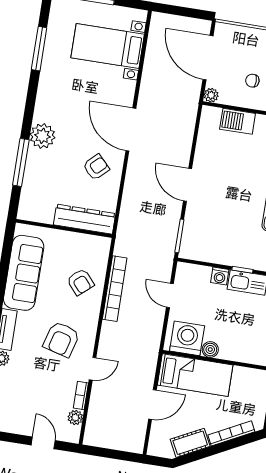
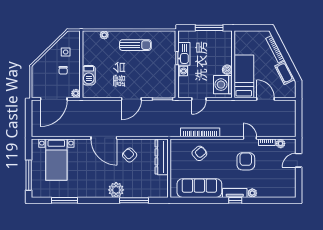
door: (131, 130) -> (104, 138), hinge flipped
armchair: (61, 339) -> (246, 161), moved, turned -105

